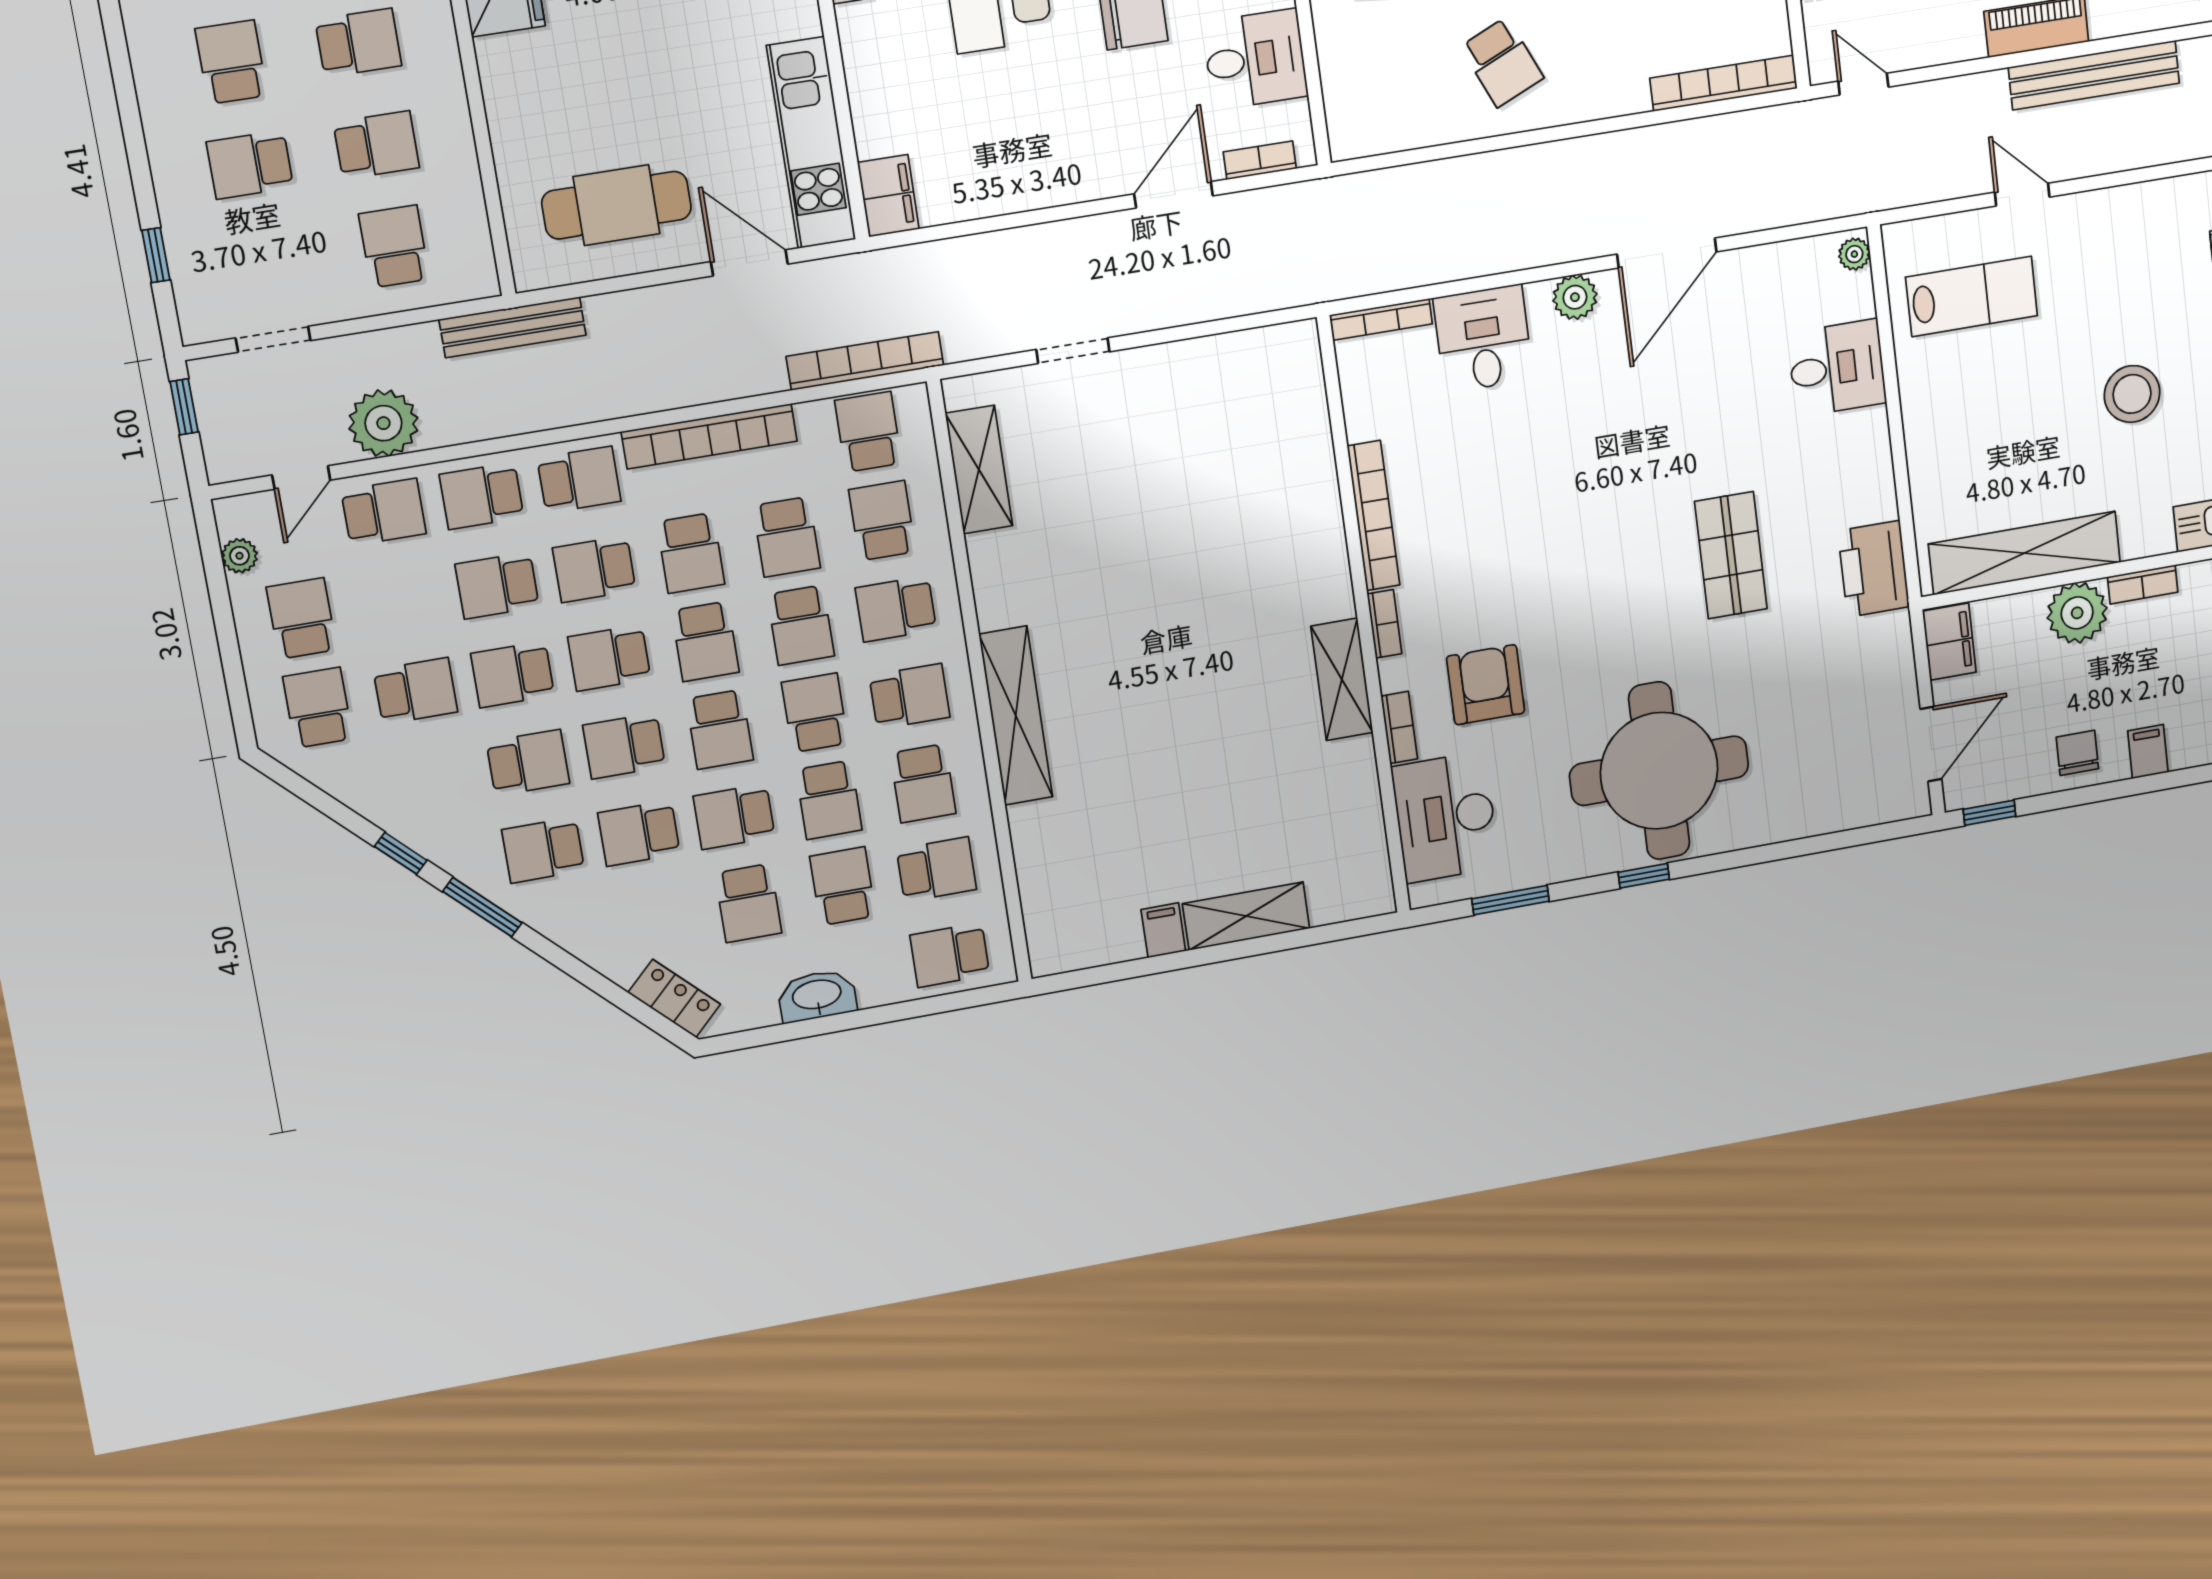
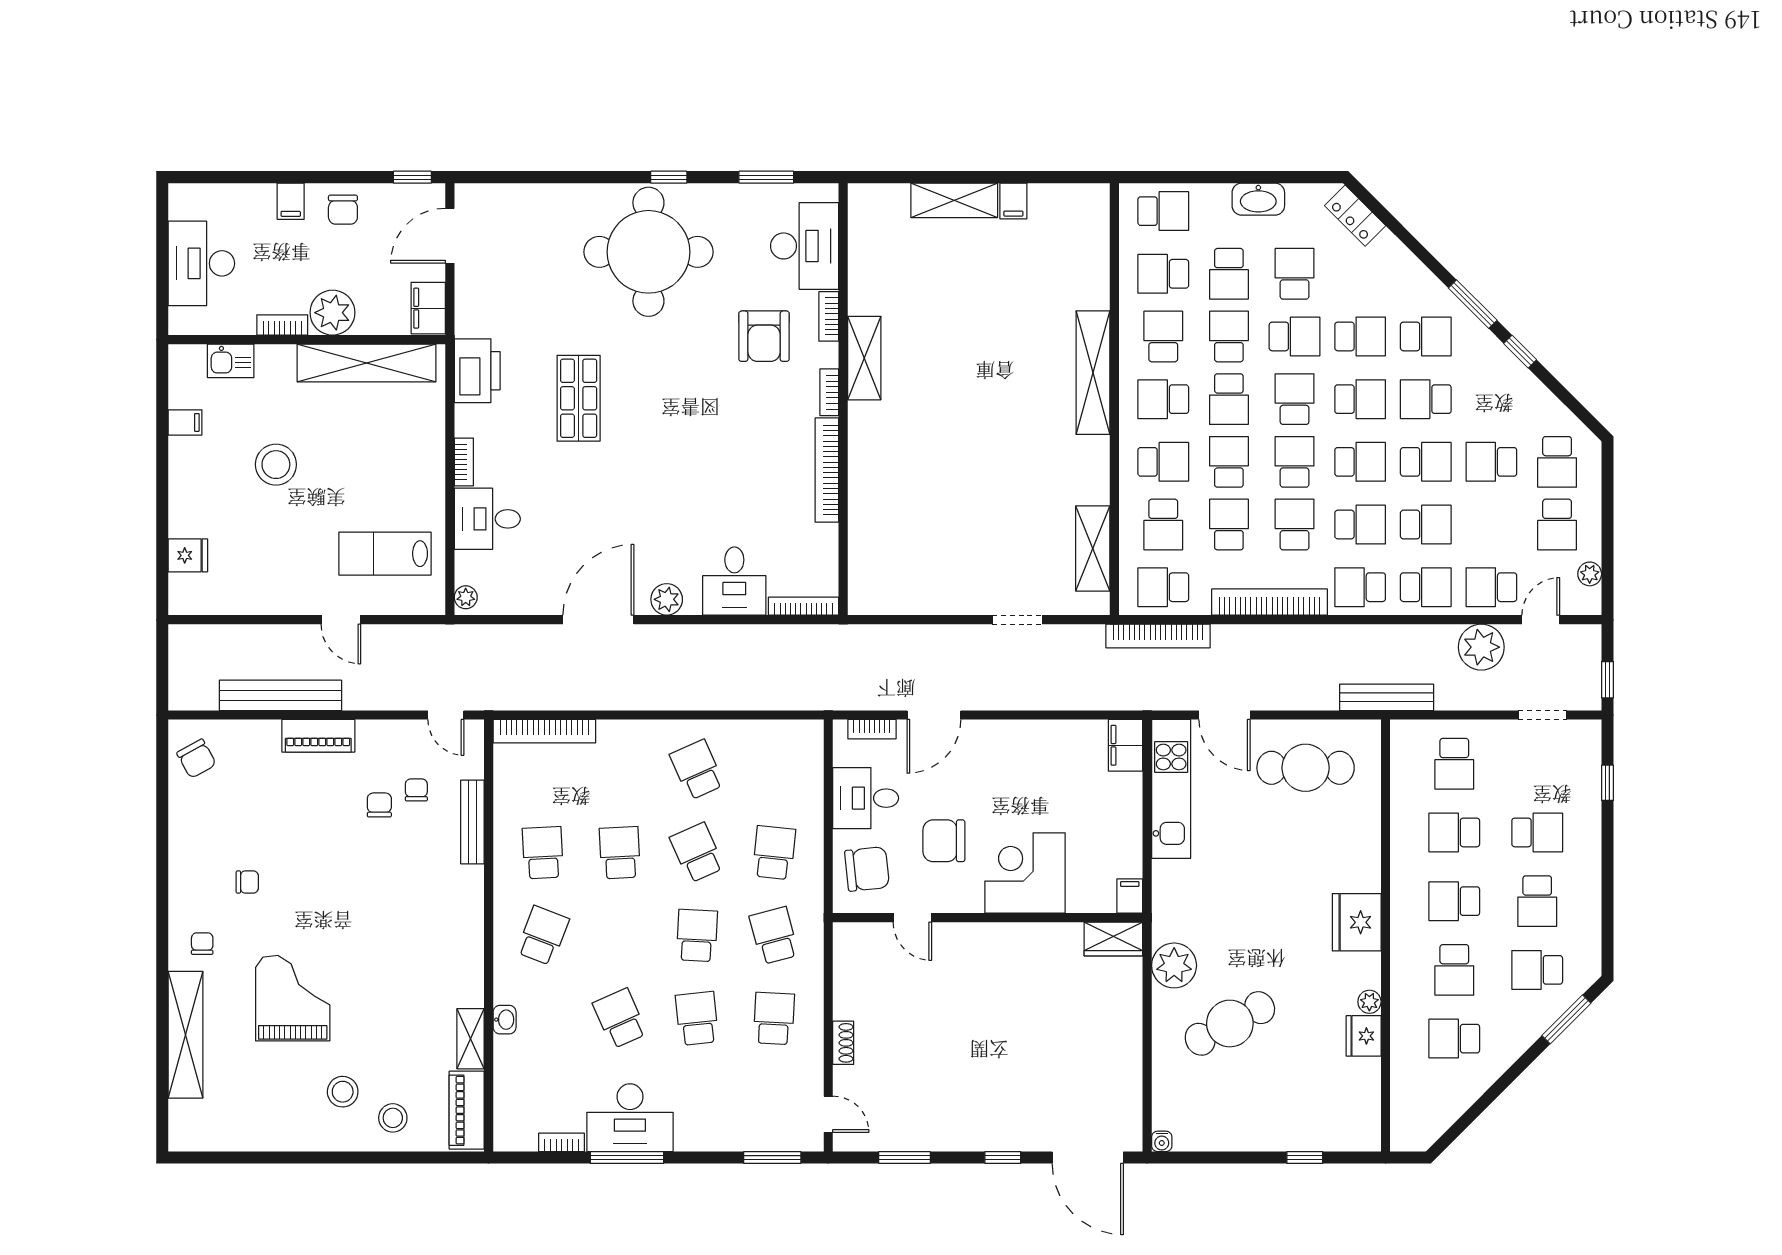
school desk: (868, 432) -> (1163, 587), turned 90
bookcase: (1878, 441) -> (464, 462), added

